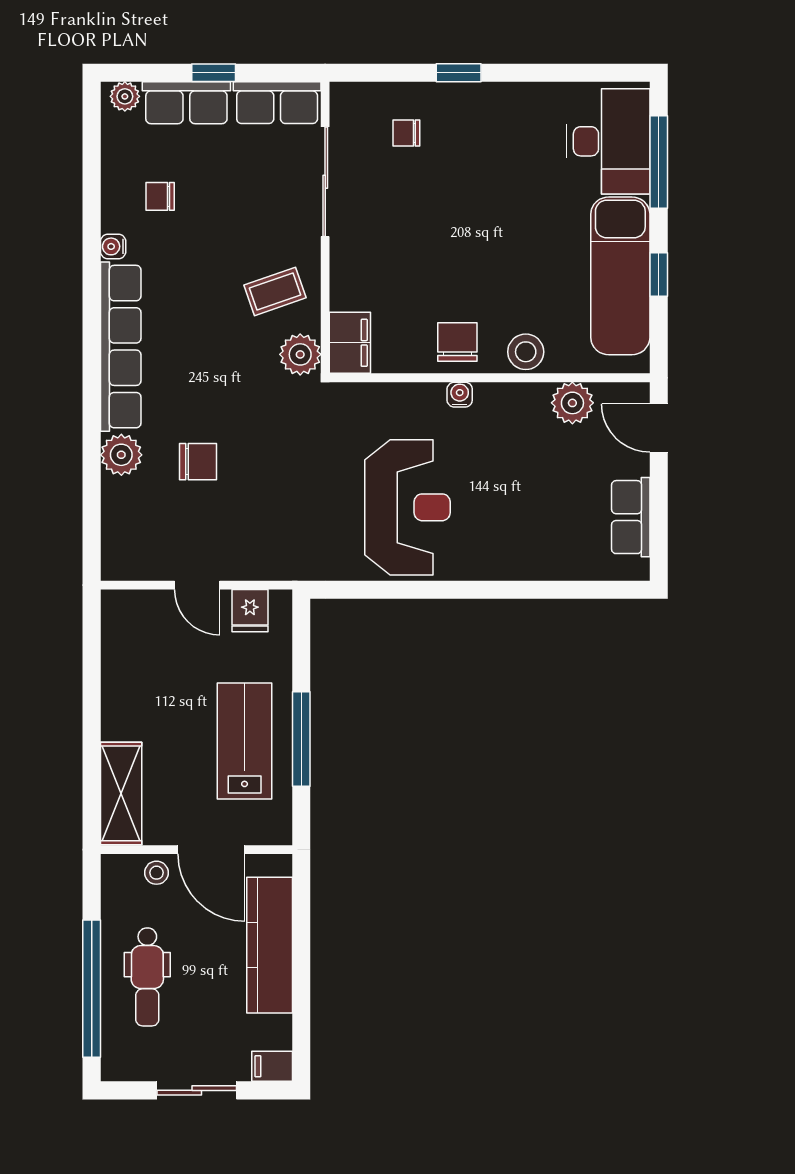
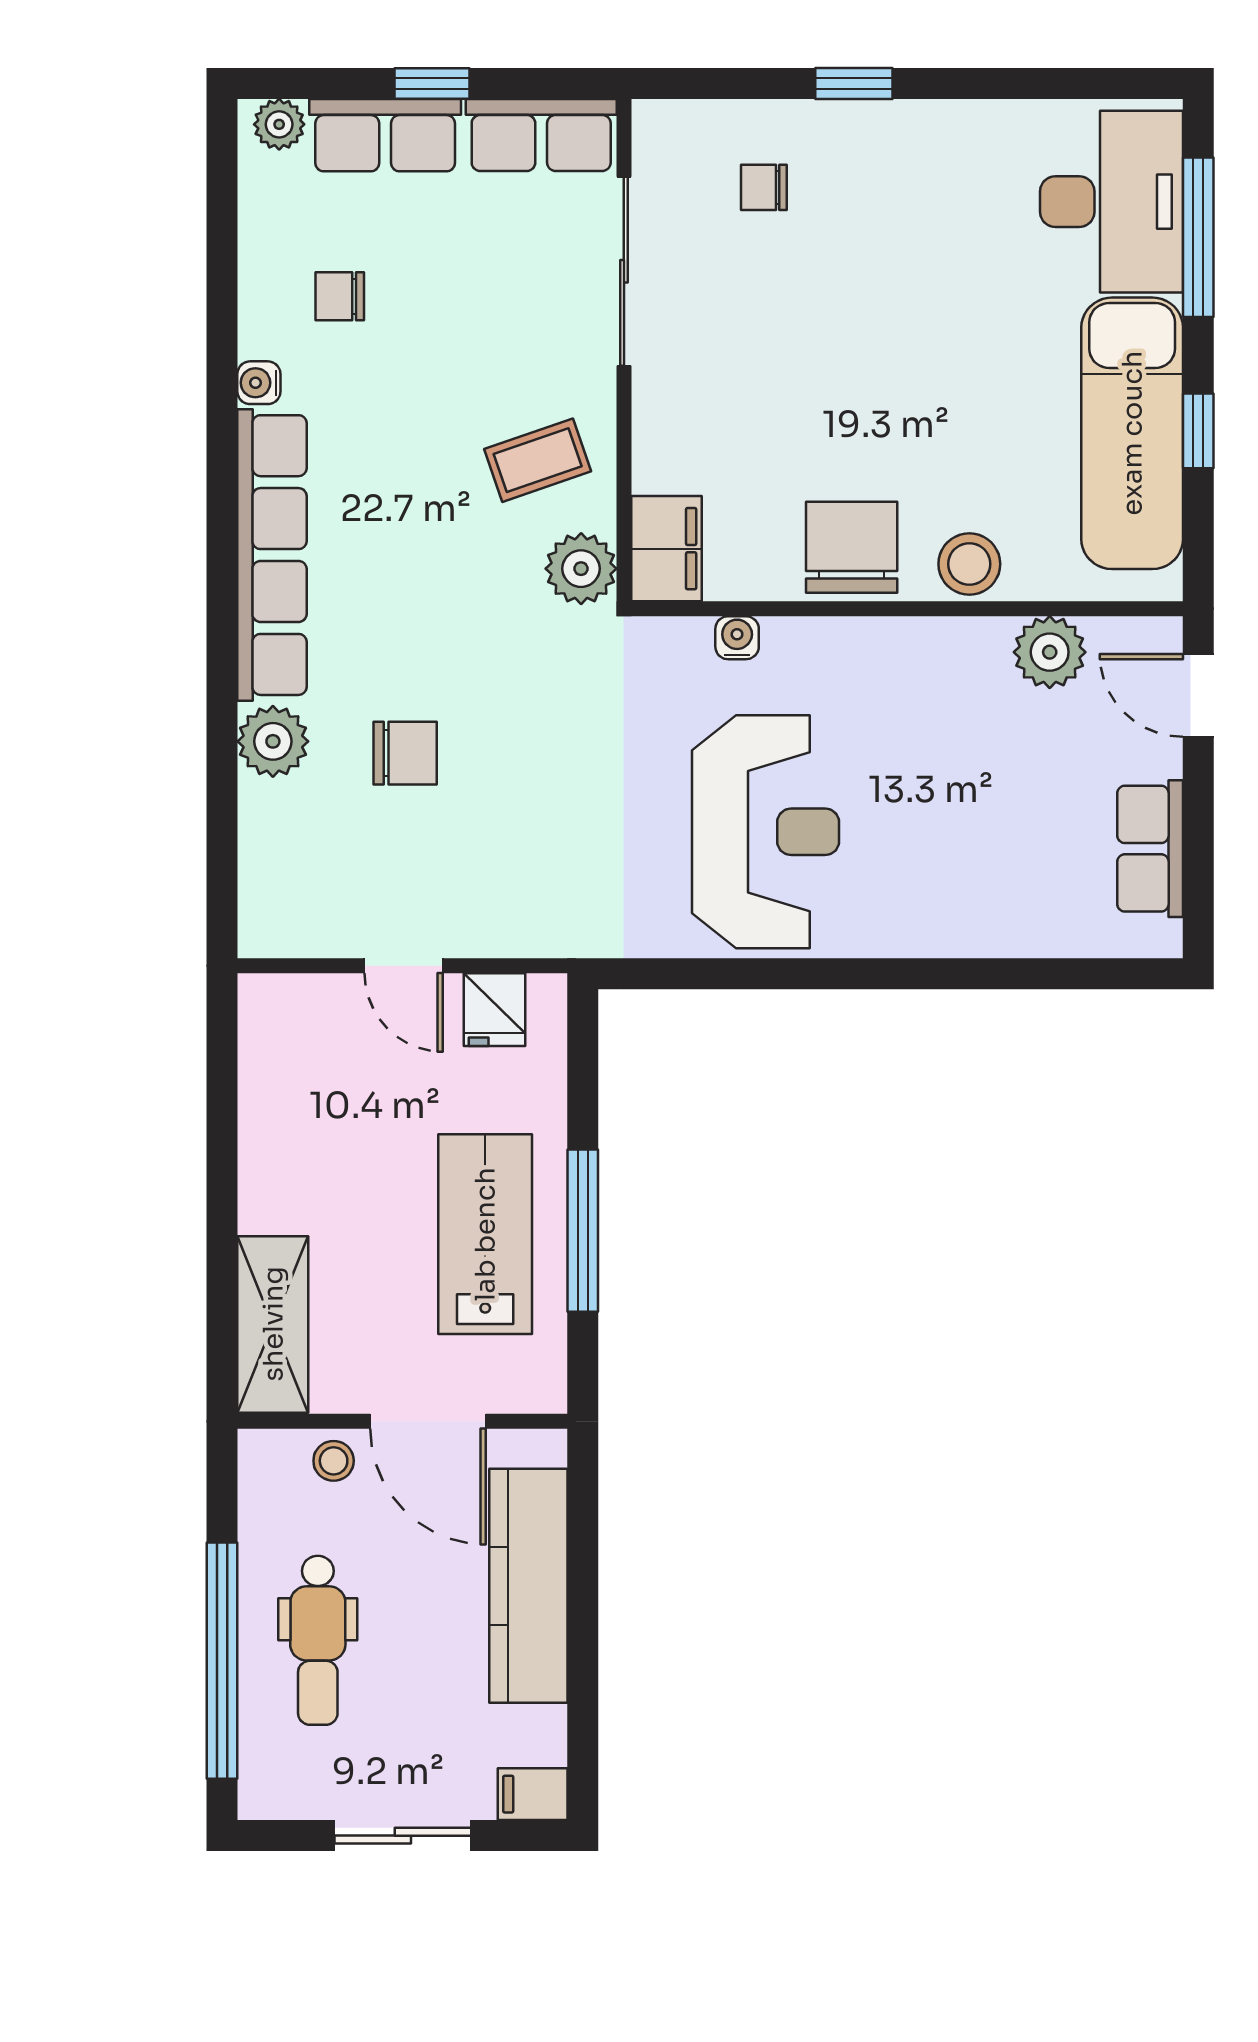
chair: (457, 342) -> (852, 547), width x1.37, depth x1.37
water cooler: (460, 395) -> (737, 638), moved

